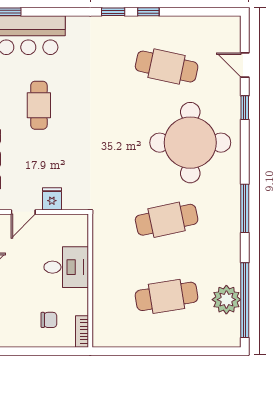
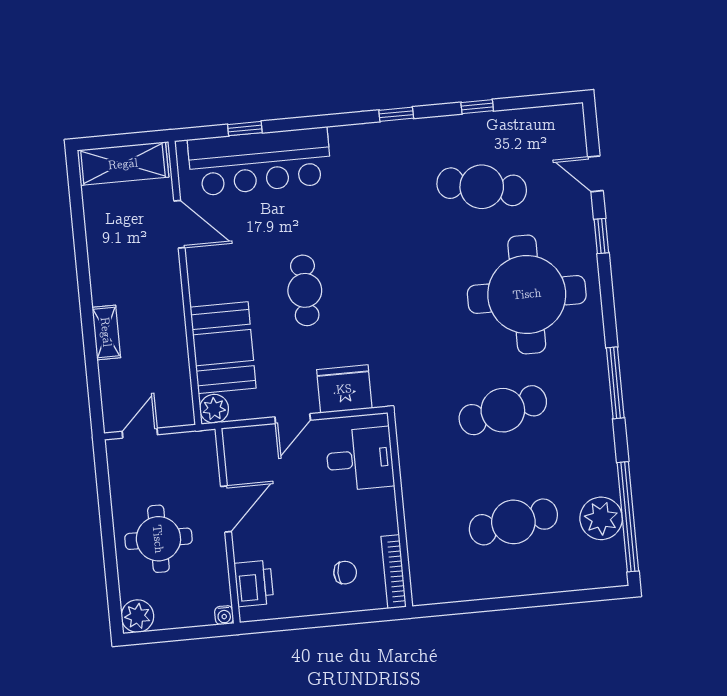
window: (148, 12) -> (477, 107), moved
cafe table: (39, 105) -> (305, 290), moved
fridge: (52, 199) -> (344, 389), width x1.88, depth x1.34
desk: (66, 267) -> (360, 459), moved
bookcase: (82, 331) -> (394, 572), width x1.56

